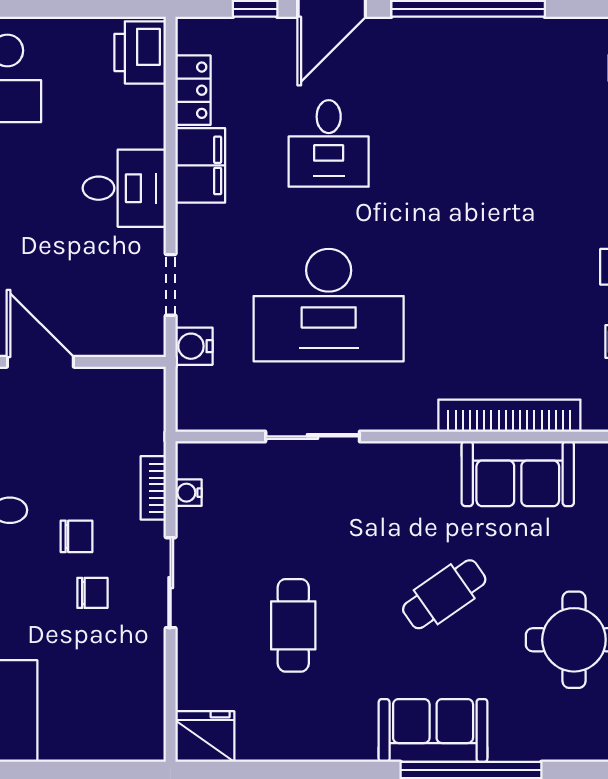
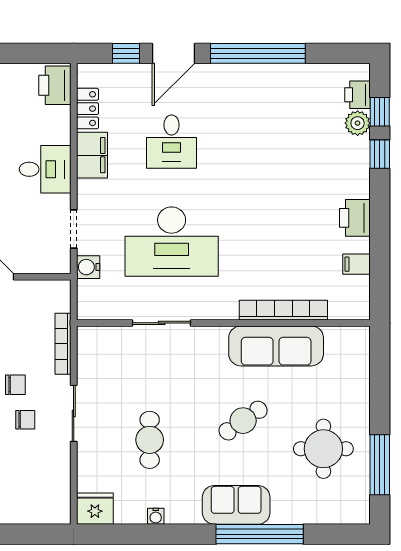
sofa: (518, 474) -> (276, 346), width x1.36
bookcase: (153, 488) -> (63, 344), width x1.56
water cooler: (189, 493) -> (156, 516), moved, turned -90

